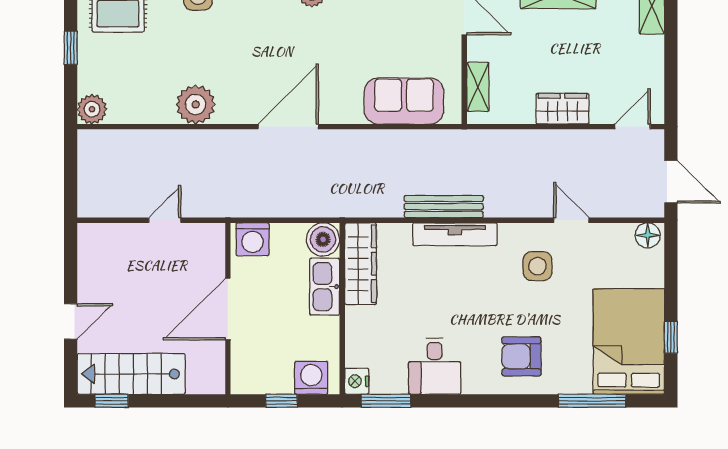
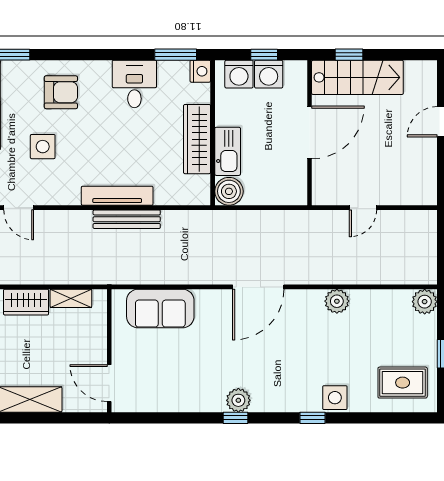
shelving: (478, 87) -> (71, 298), moved, turned 90
plant: (196, 104) -> (337, 301), width x0.73, depth x0.73
washing machine: (253, 239) -> (269, 74), moved, turned 180
wardrobe: (361, 264) -> (197, 139), moved
side table: (537, 266) -> (43, 147), moved
stairs: (131, 374) -> (357, 77), moved
window: (112, 401) -> (349, 55), moved

